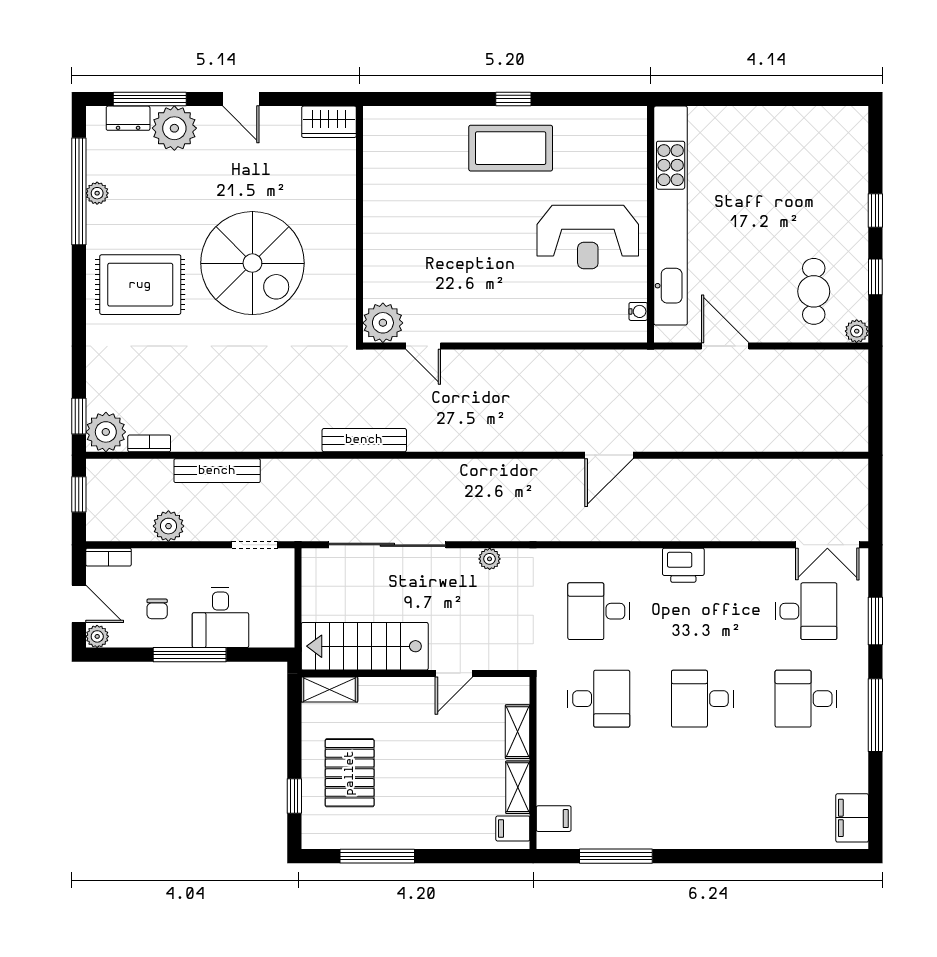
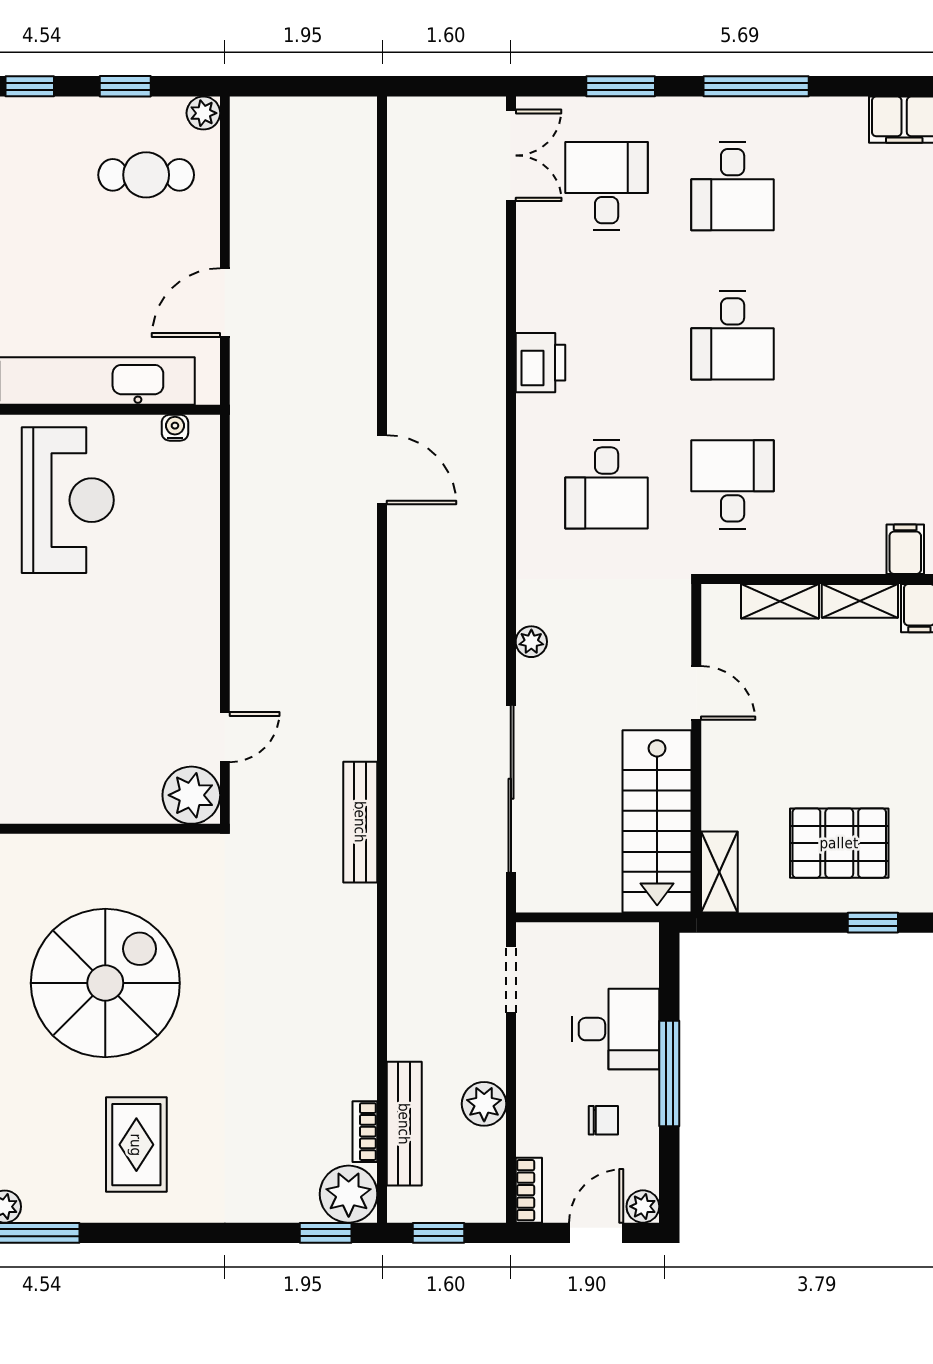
rug: (140, 285) -> (136, 1145), width x0.73, depth x0.70
bench: (217, 471) -> (404, 1124), moved

